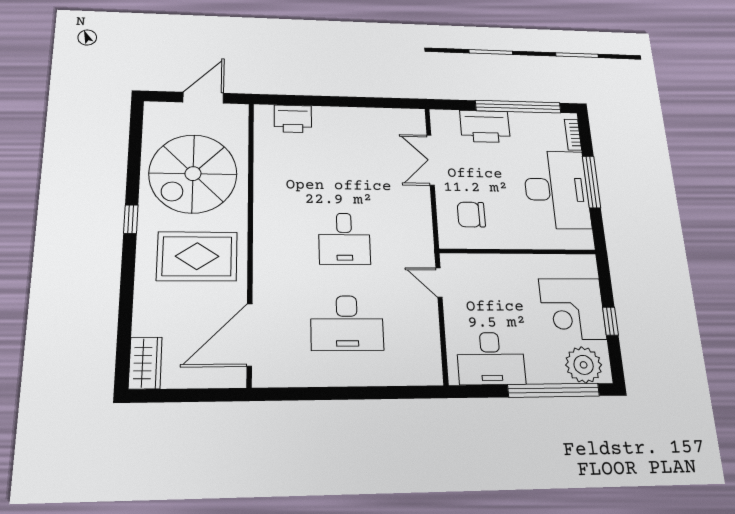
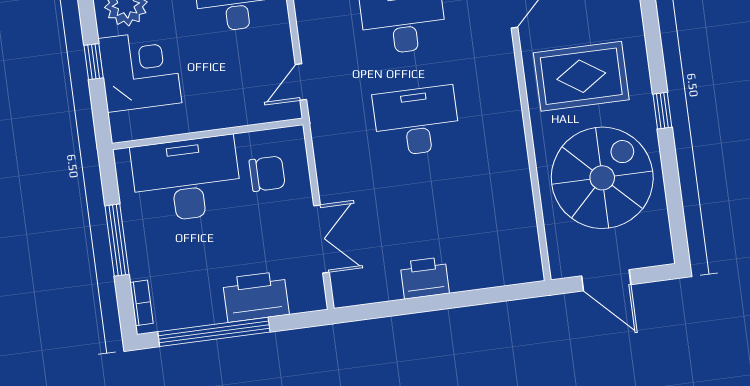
door: (203, 98) -> (606, 280), hinge flipped
printer: (293, 119) -> (425, 278), moved
desk: (557, 189) -> (186, 179), moved, turned 90
desk: (344, 239) -> (416, 121), width x1.37
door: (439, 283) -> (301, 82), swing flipped

